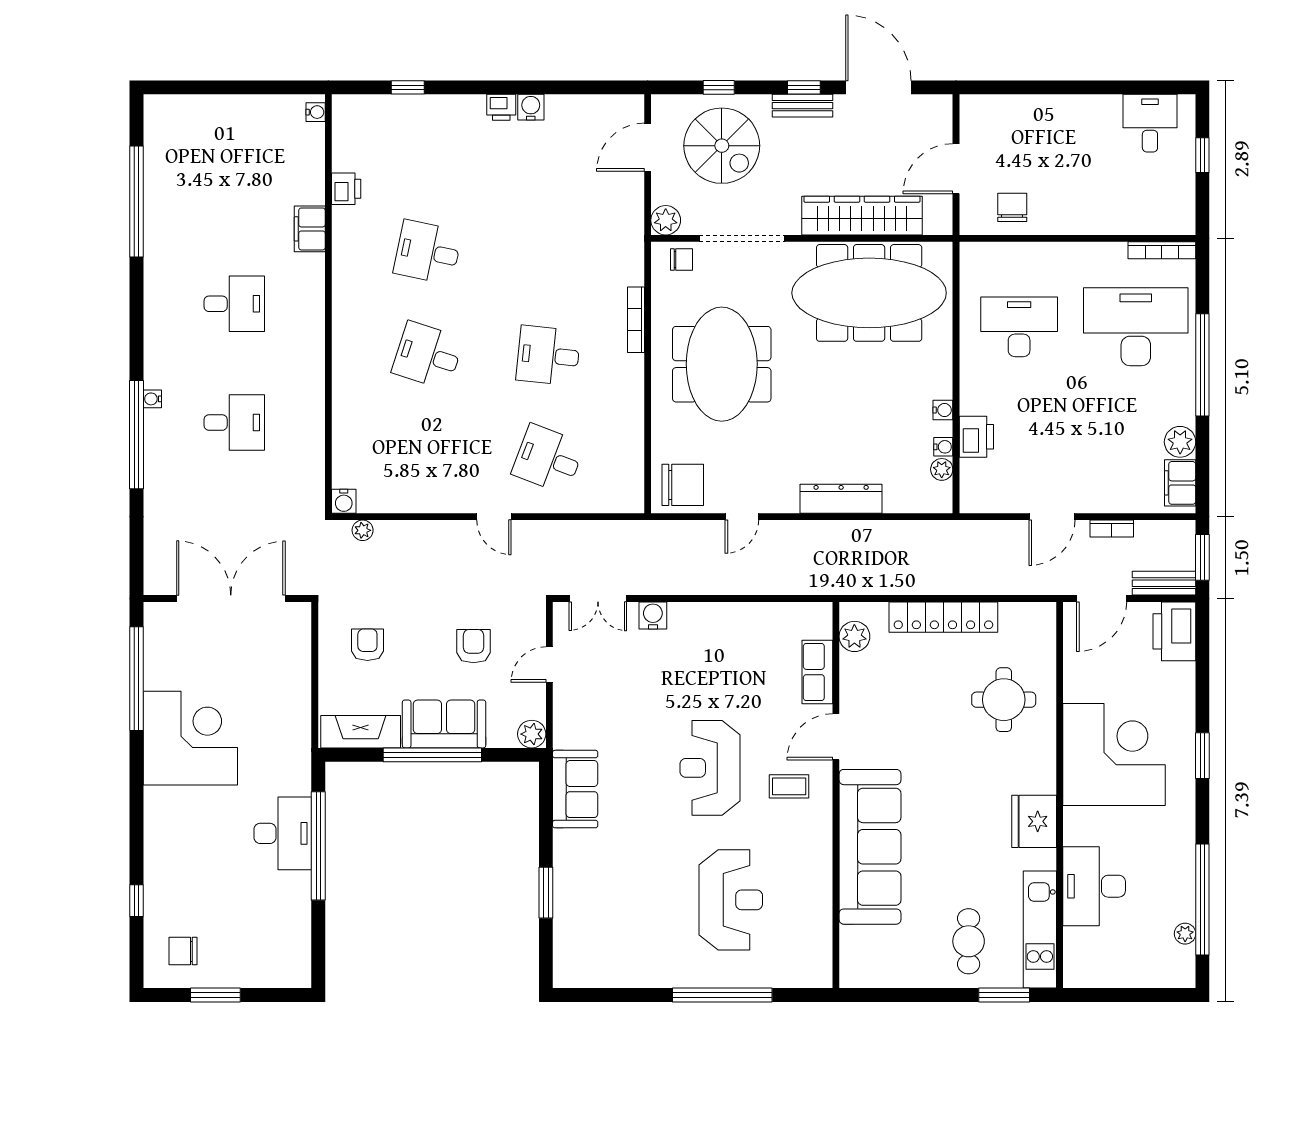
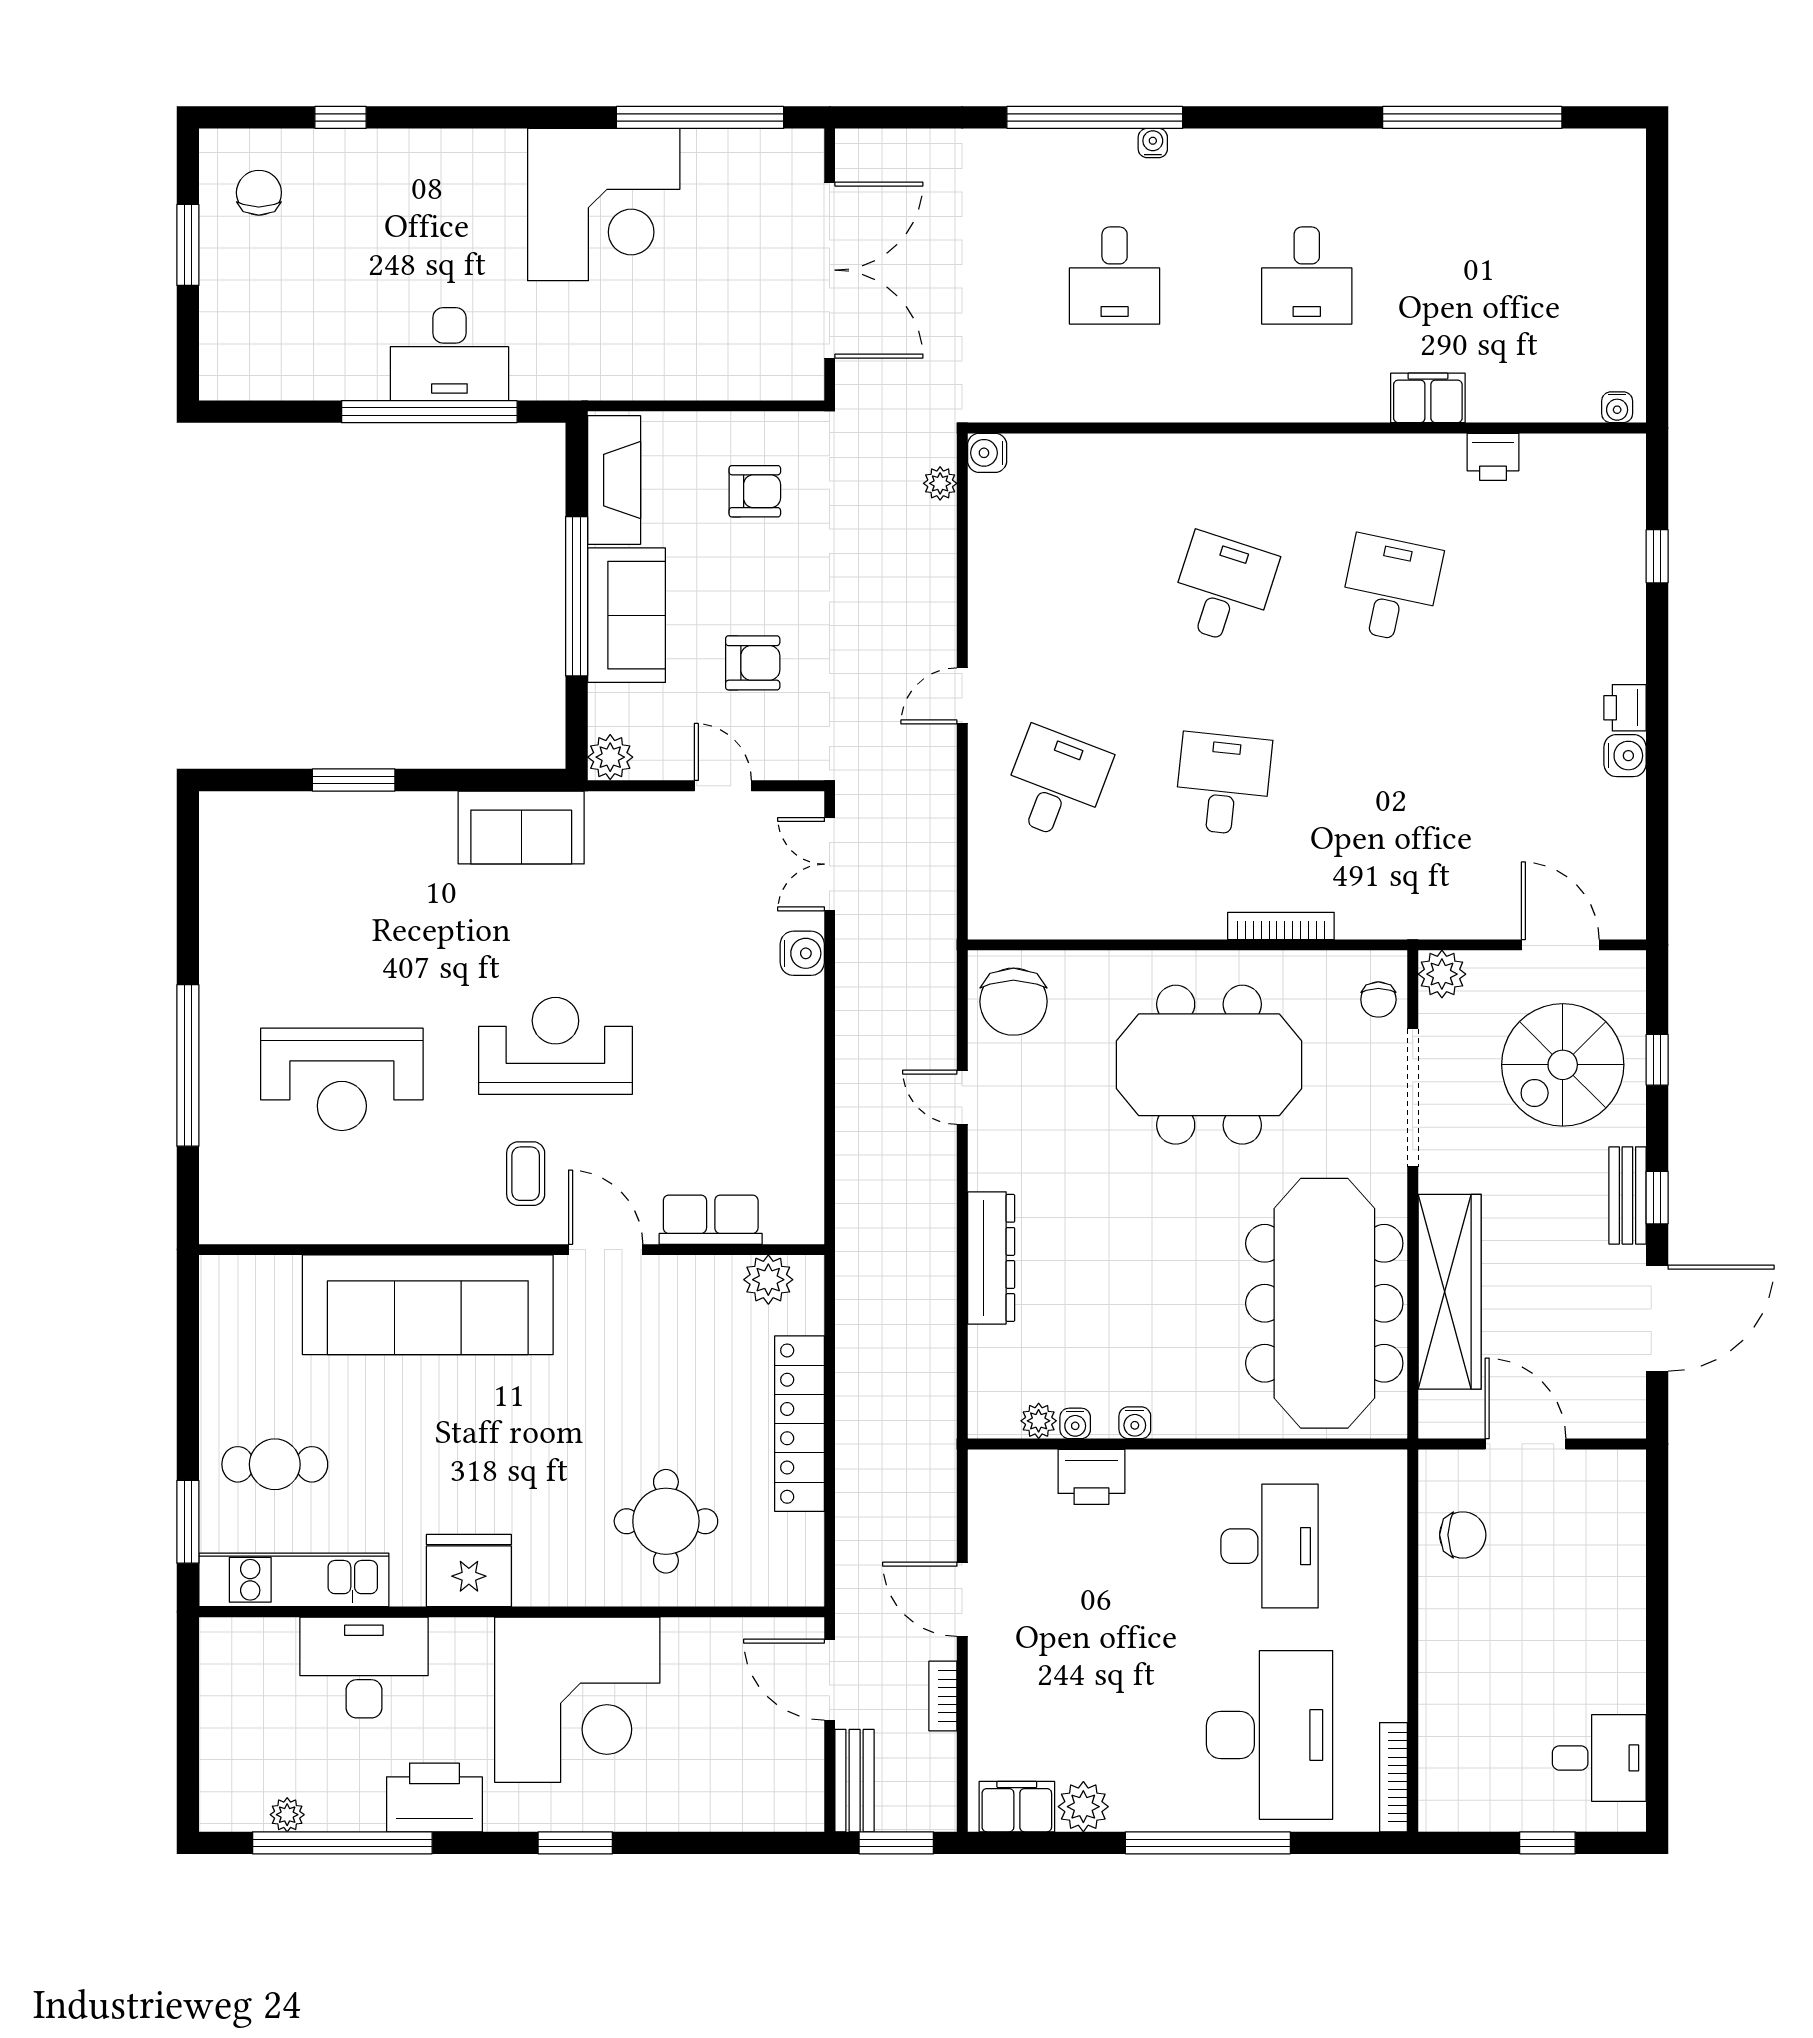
printer: (1174, 631) -> (434, 1797), moved

